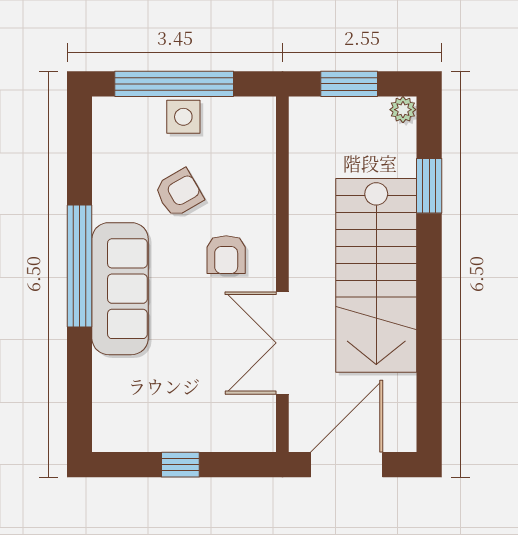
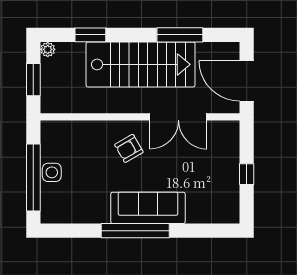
armchair: (179, 193) -> (94, 175), removed
armchair: (226, 255) -> (129, 148), turned 150
window: (429, 346) -> (180, 35), added

